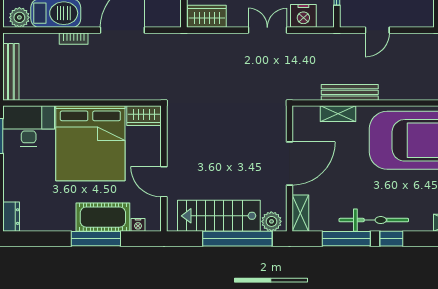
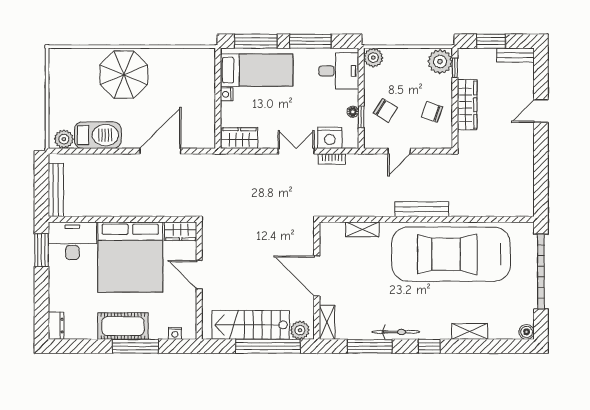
bookcase: (74, 39) -> (332, 159), moved
bench: (350, 92) -> (422, 209), moved
door: (289, 163) -> (317, 276), swing flipped
door: (164, 182) -> (199, 274), moved
cot: (103, 217) -> (123, 326), moved
bicycle: (374, 220) -> (396, 332), width x0.73, depth x0.71
window: (391, 239) -> (429, 346), moved

